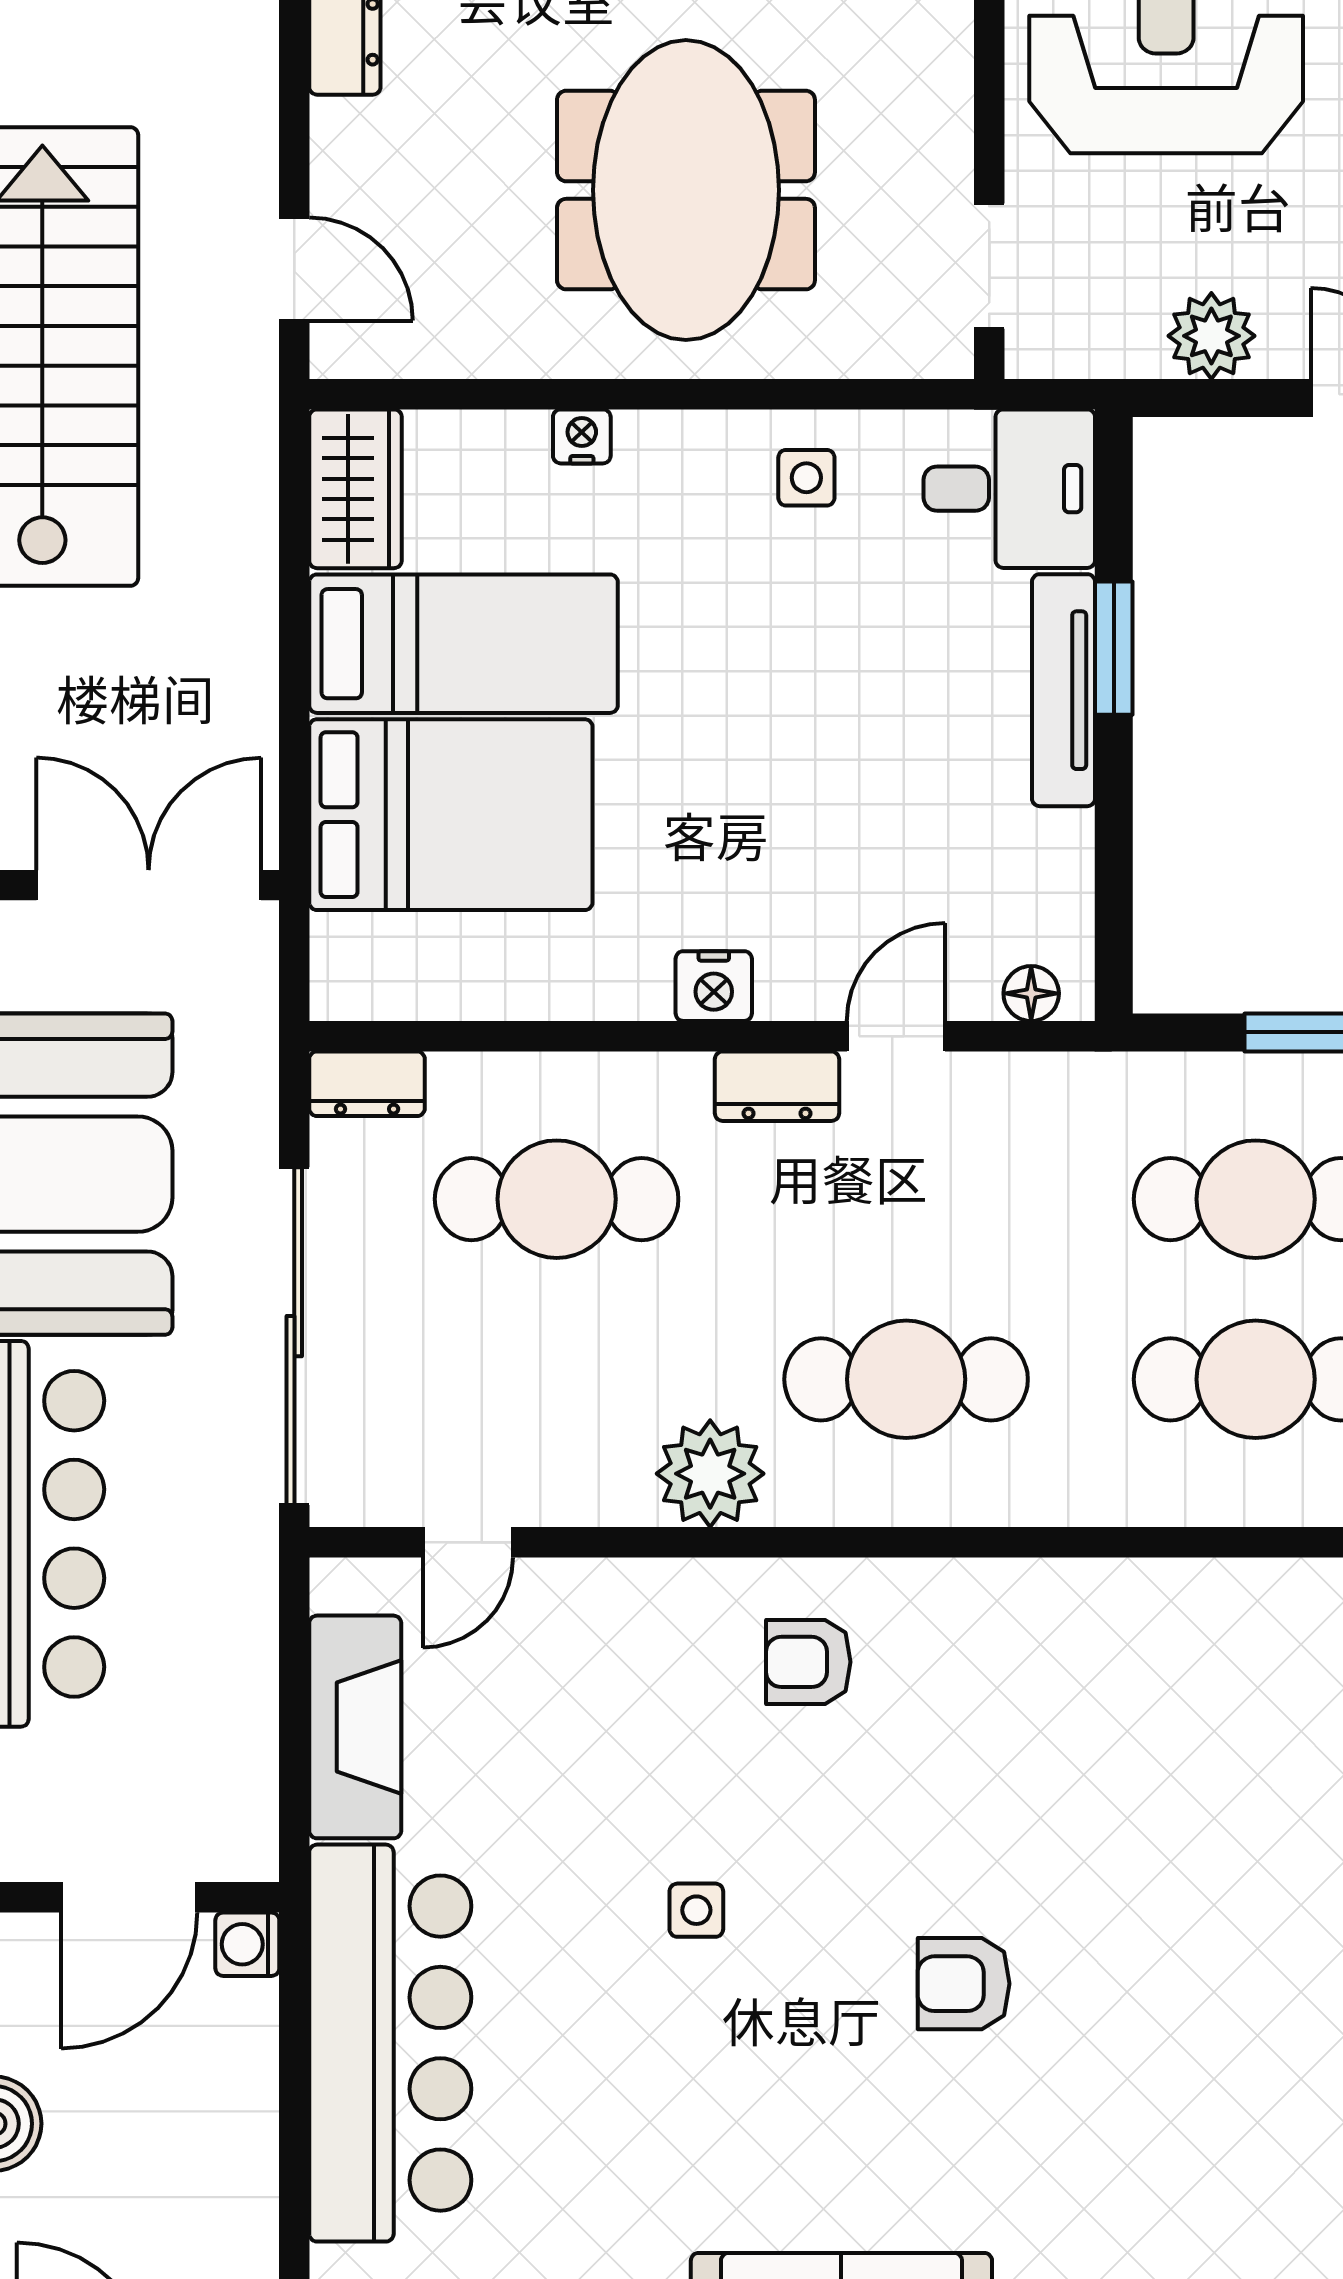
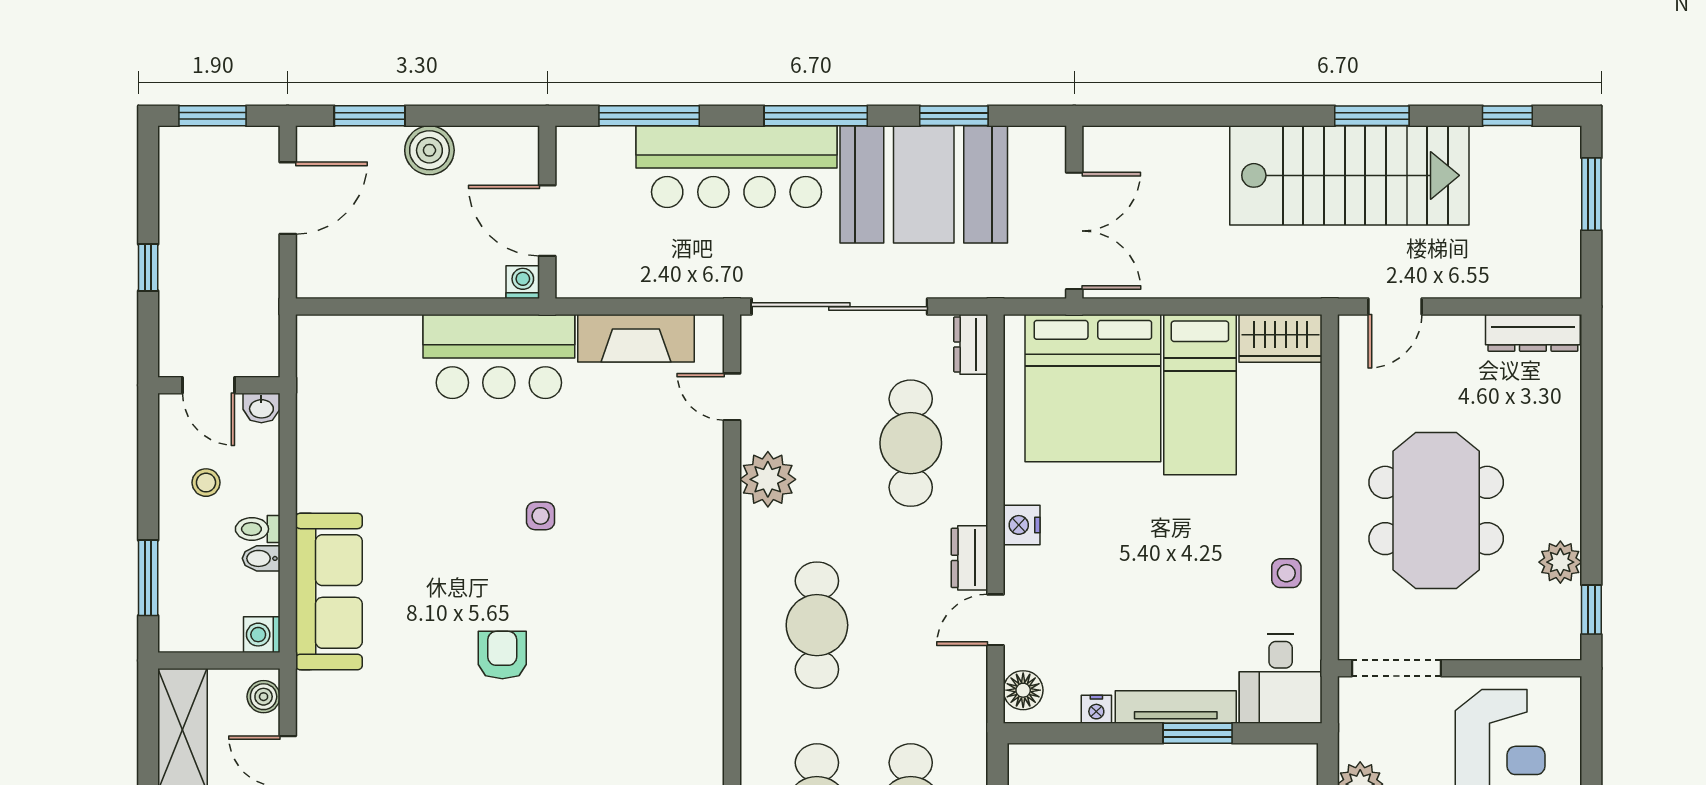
meeting table: (686, 190) -> (1436, 510), turned 90
doorway: (989, 266) -> (1396, 668), width x1.38
nightstand: (582, 436) -> (1096, 709), moved, turned 90
bed: (451, 815) -> (1093, 388), width x1.36
floor lamp: (1031, 993) -> (1023, 690), width x1.37, depth x1.37
door: (896, 1036) -> (996, 620), swing flipped
plant: (710, 1474) -> (768, 479), moved
armchair: (808, 1662) -> (670, 574), removed
bar counter: (390, 2043) -> (499, 357), width x0.73

